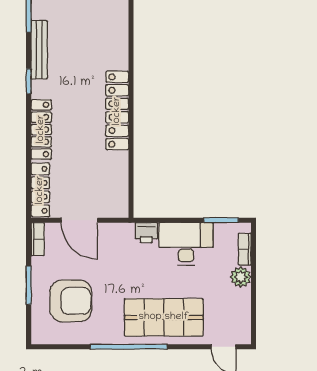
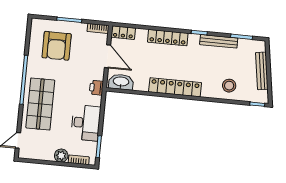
stool: (106, 27) -> (229, 86), added
locker: (40, 190) -> (123, 33), width x0.66
washbasin: (117, 195) -> (121, 82), added
door: (79, 220) -> (108, 56), swing flipped
printer: (146, 233) -> (96, 88), moved

